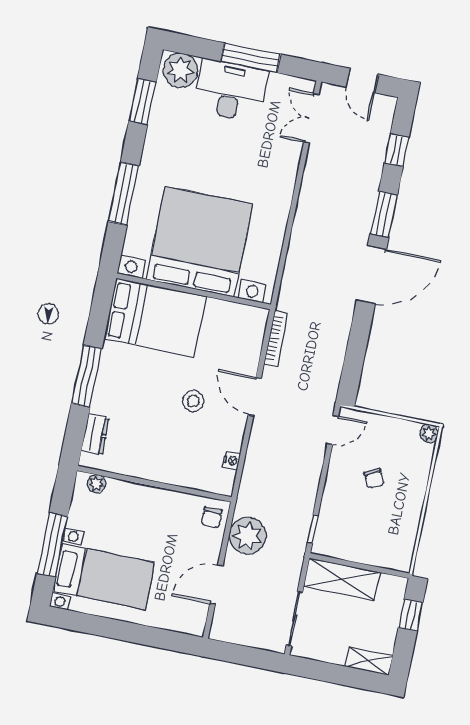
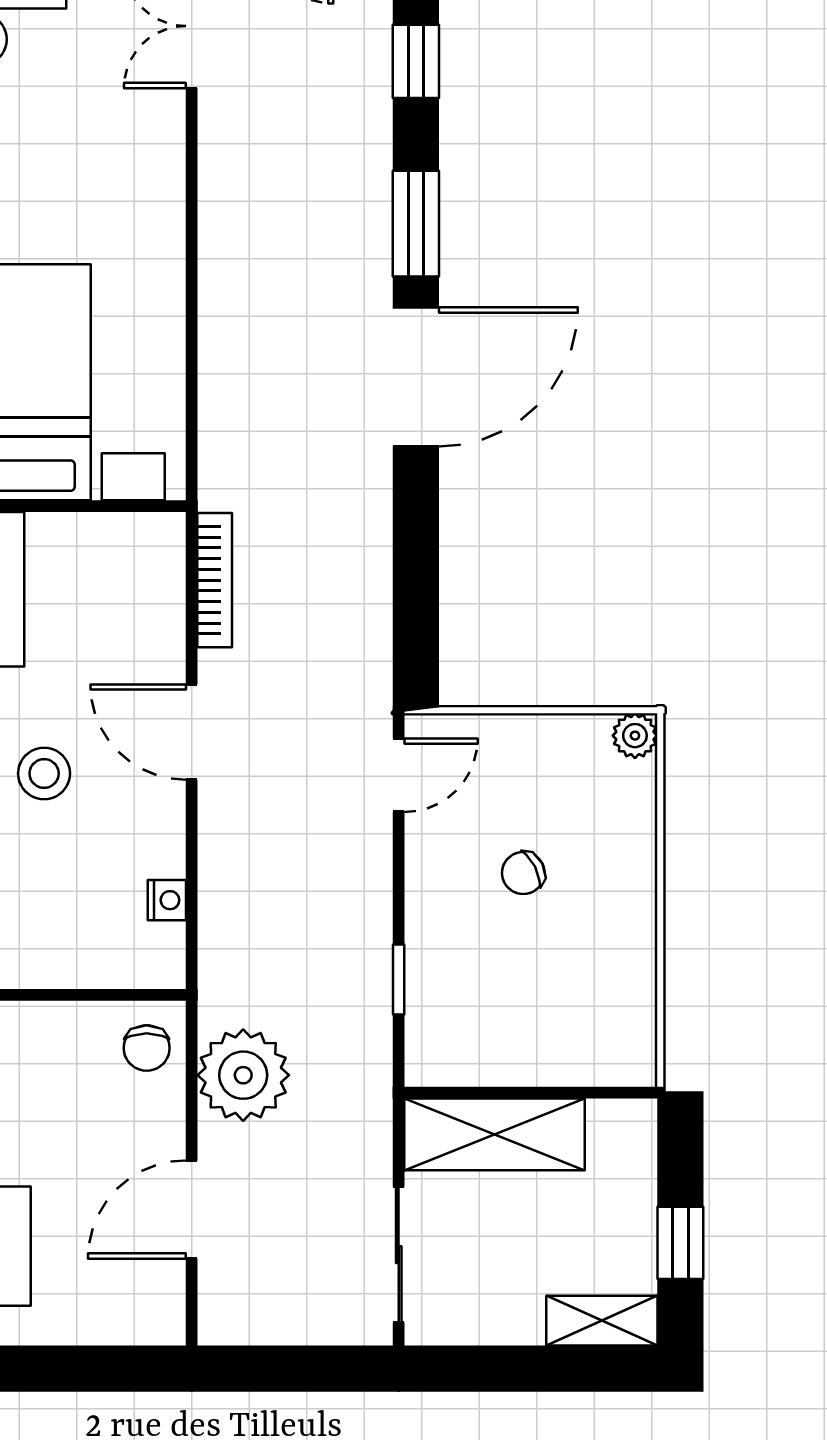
chair: (374, 479) -> (523, 873), turned 89
window: (313, 529) -> (399, 979), moved
window: (411, 615) -> (680, 1243), moved

